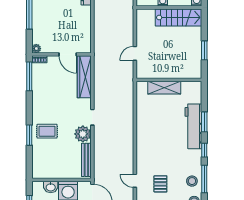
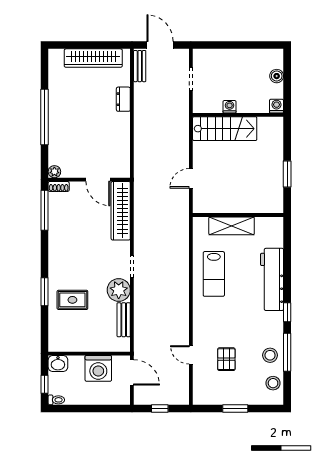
stairs: (179, 17) -> (225, 129), moved
lab bench: (151, 122) -> (214, 274), added
window: (204, 122) -> (287, 273), removed
rug: (47, 131) -> (72, 300), moved
bench: (86, 160) -> (124, 320), width x0.73
washbasin: (51, 187) -> (58, 364), moved

